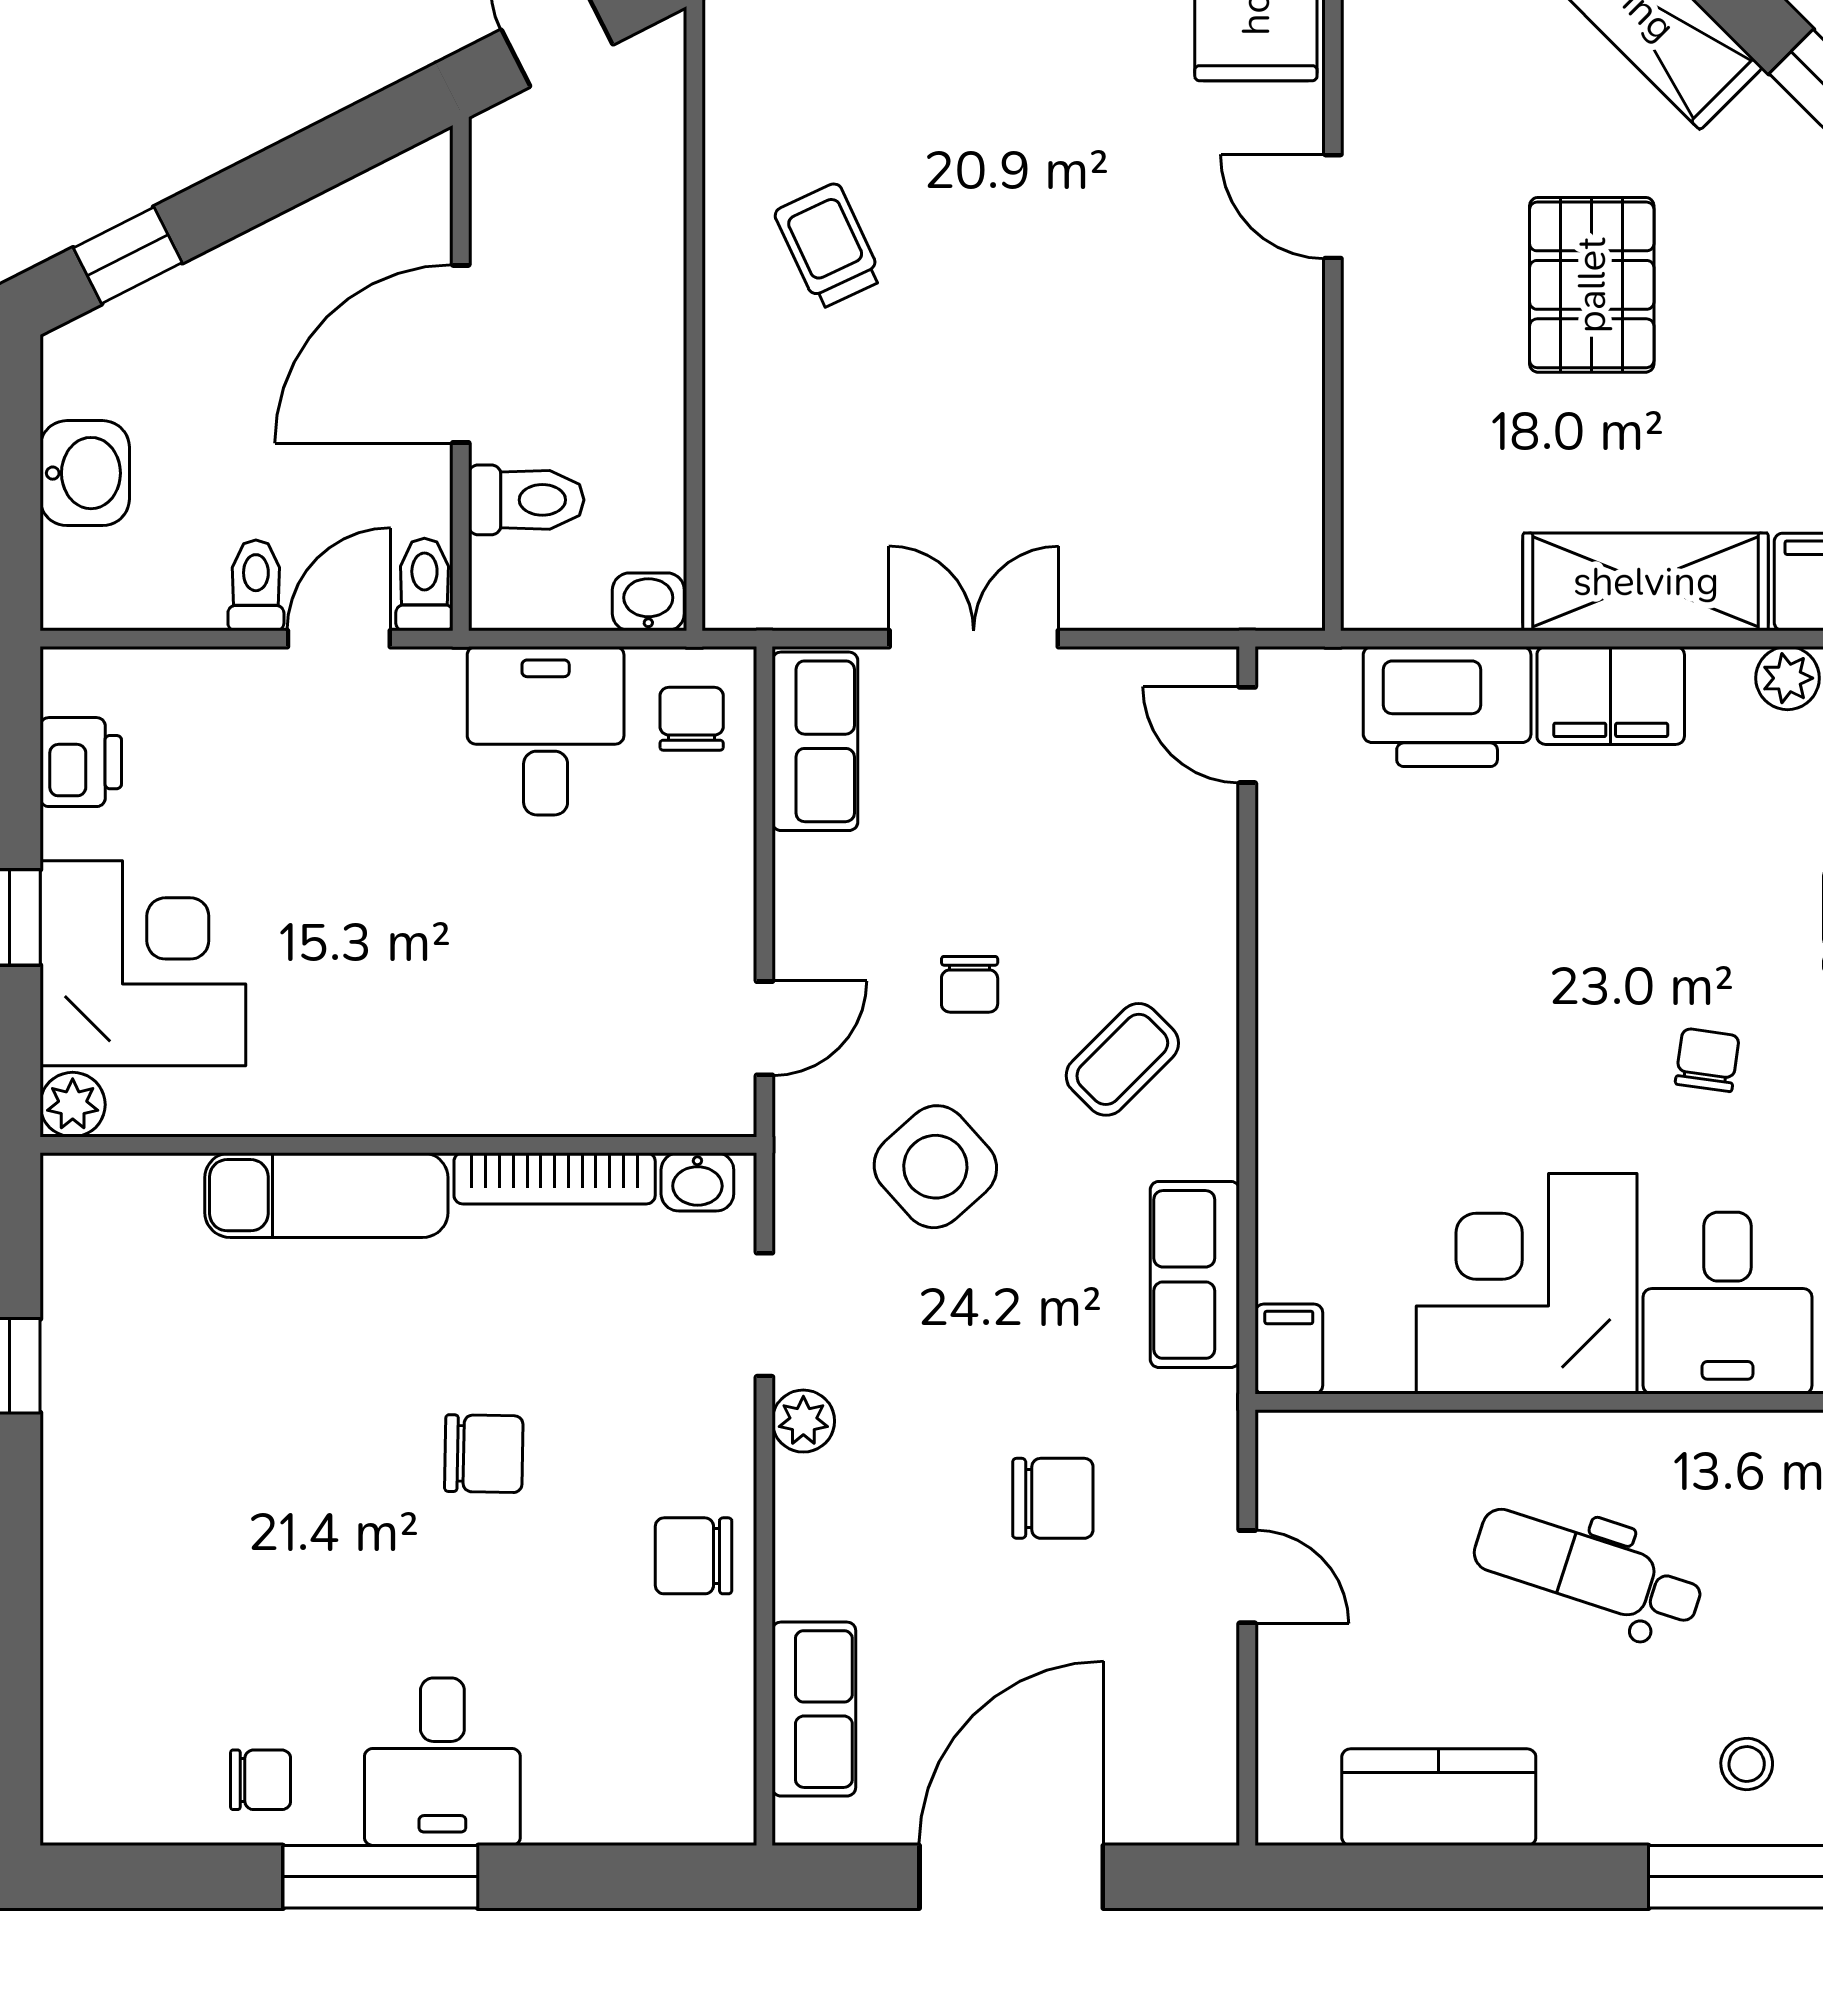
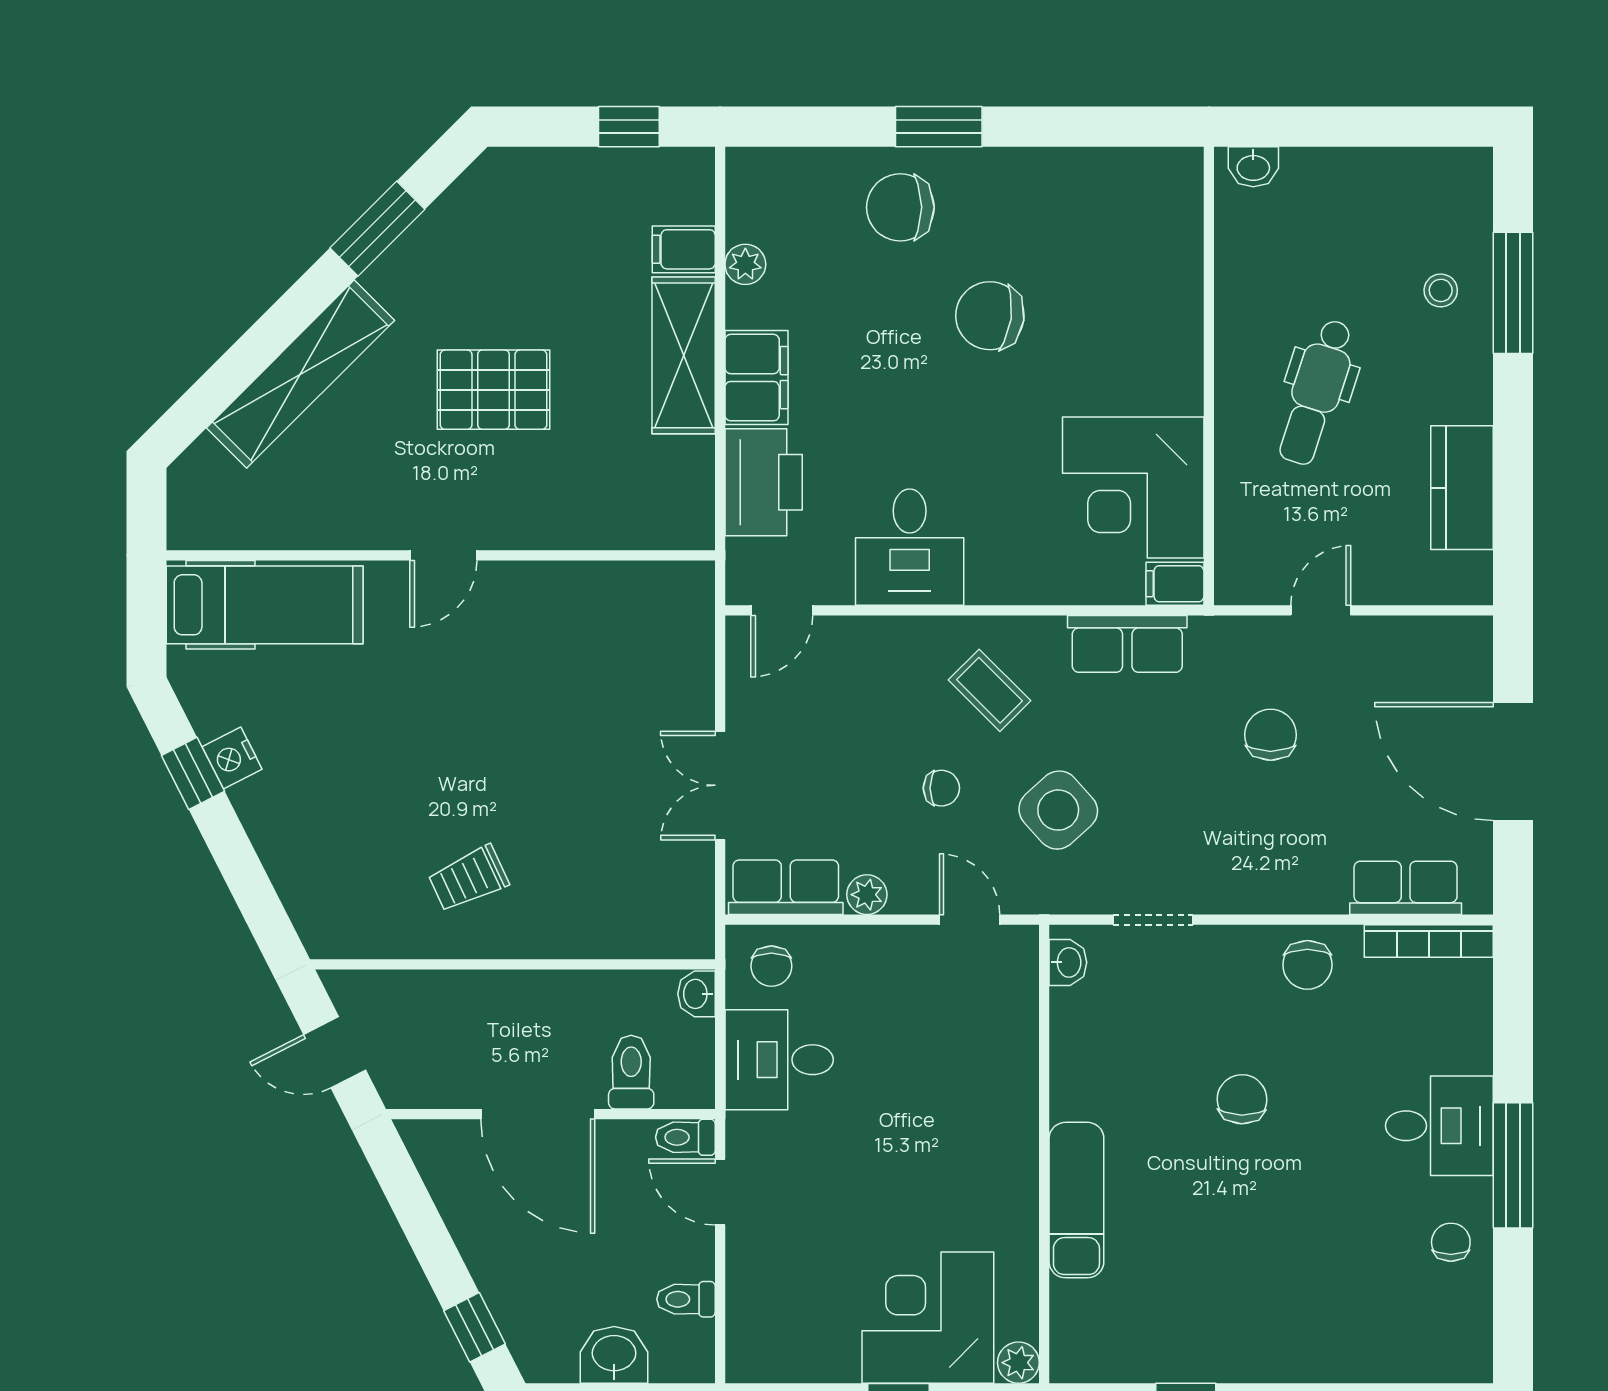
toilet: (256, 585) -> (686, 1299), moved
chair: (692, 719) -> (771, 966), turned -90
printer: (81, 762) -> (799, 1357), removed
chair: (1707, 1060) -> (990, 316), width x1.87, depth x1.87
bookcase: (555, 1178) -> (1429, 941), moved, turned 90
corner desk: (1527, 1284) -> (1133, 487), moved
desk: (1728, 1303) -> (910, 547), moved, turned 90
plant: (803, 1421) -> (867, 895), moved

